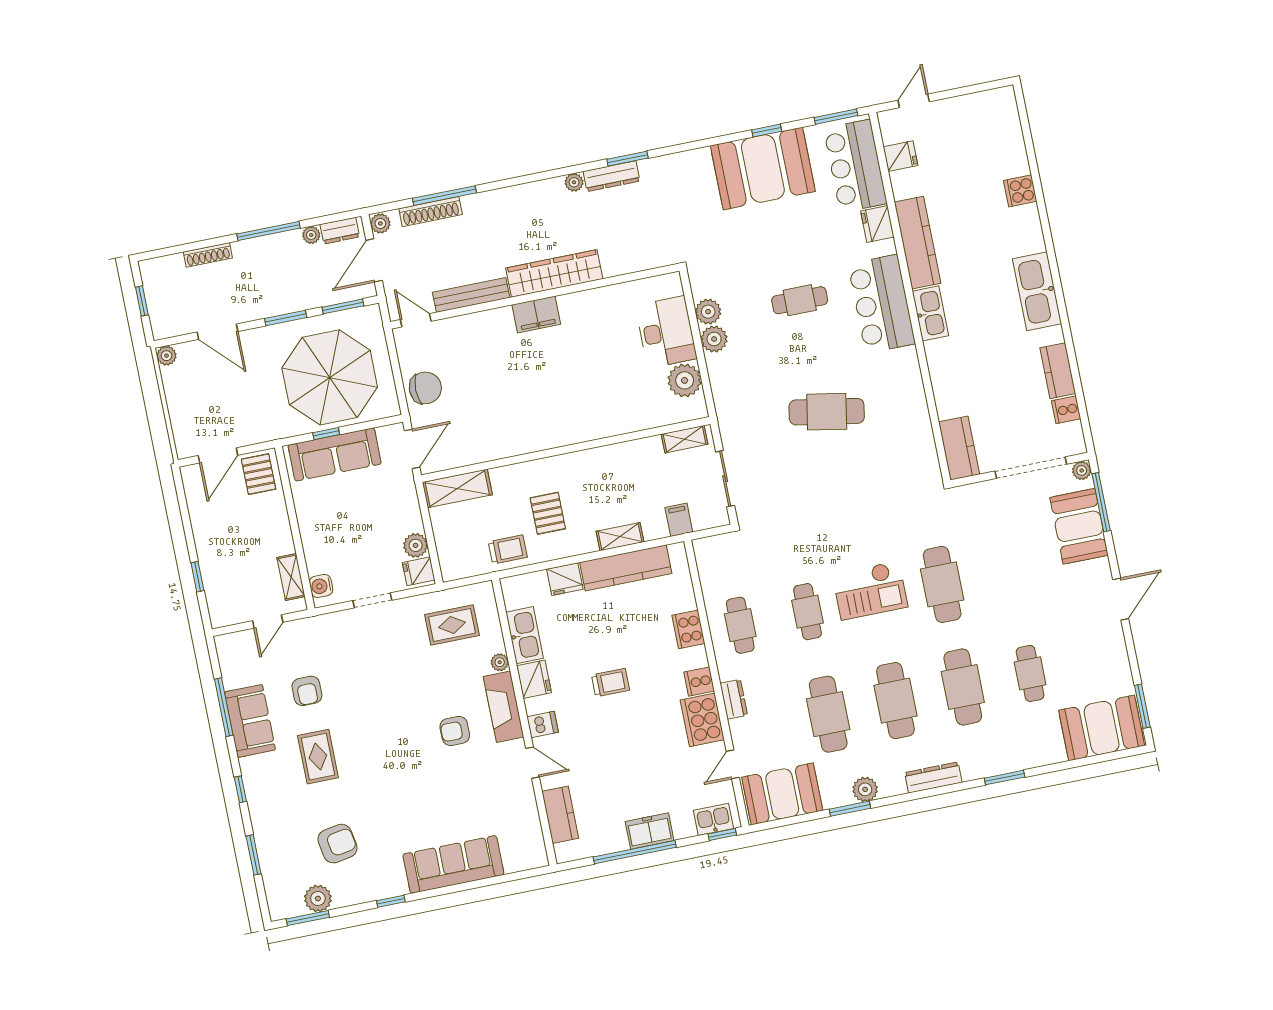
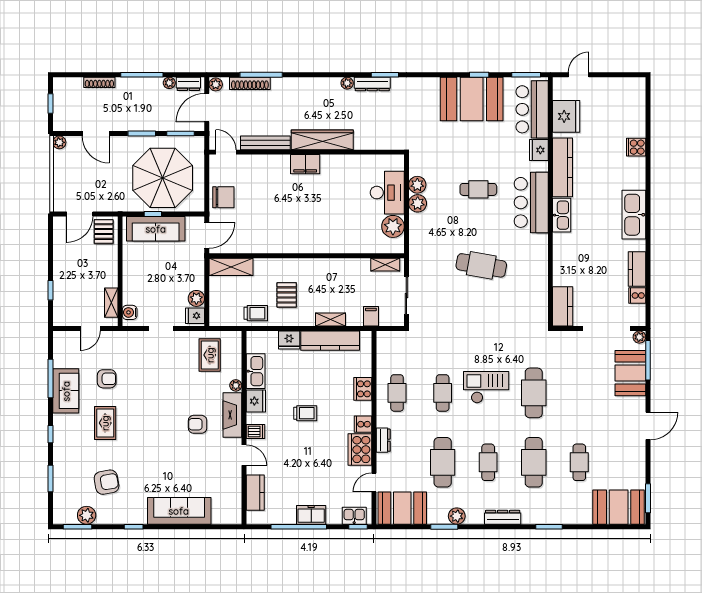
fridge: (900, 156) -> (566, 116), width x1.88, depth x1.34
checkout: (870, 590) -> (486, 387), turned 180
rug: (452, 625) -> (210, 355), turned 90
armchair: (307, 691) -> (107, 379), turned -90
cafe table: (895, 701) -> (488, 462), width x0.73, depth x0.74

